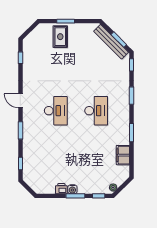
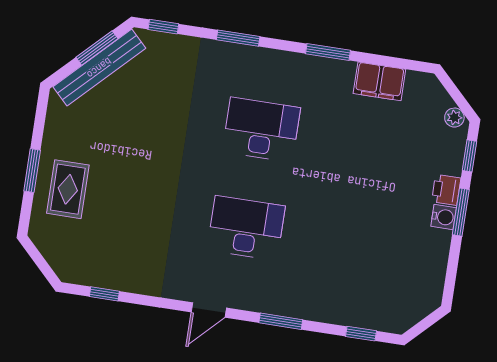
rug: (60, 37) -> (68, 189), turned 90
printer: (61, 189) -> (446, 190), moved

